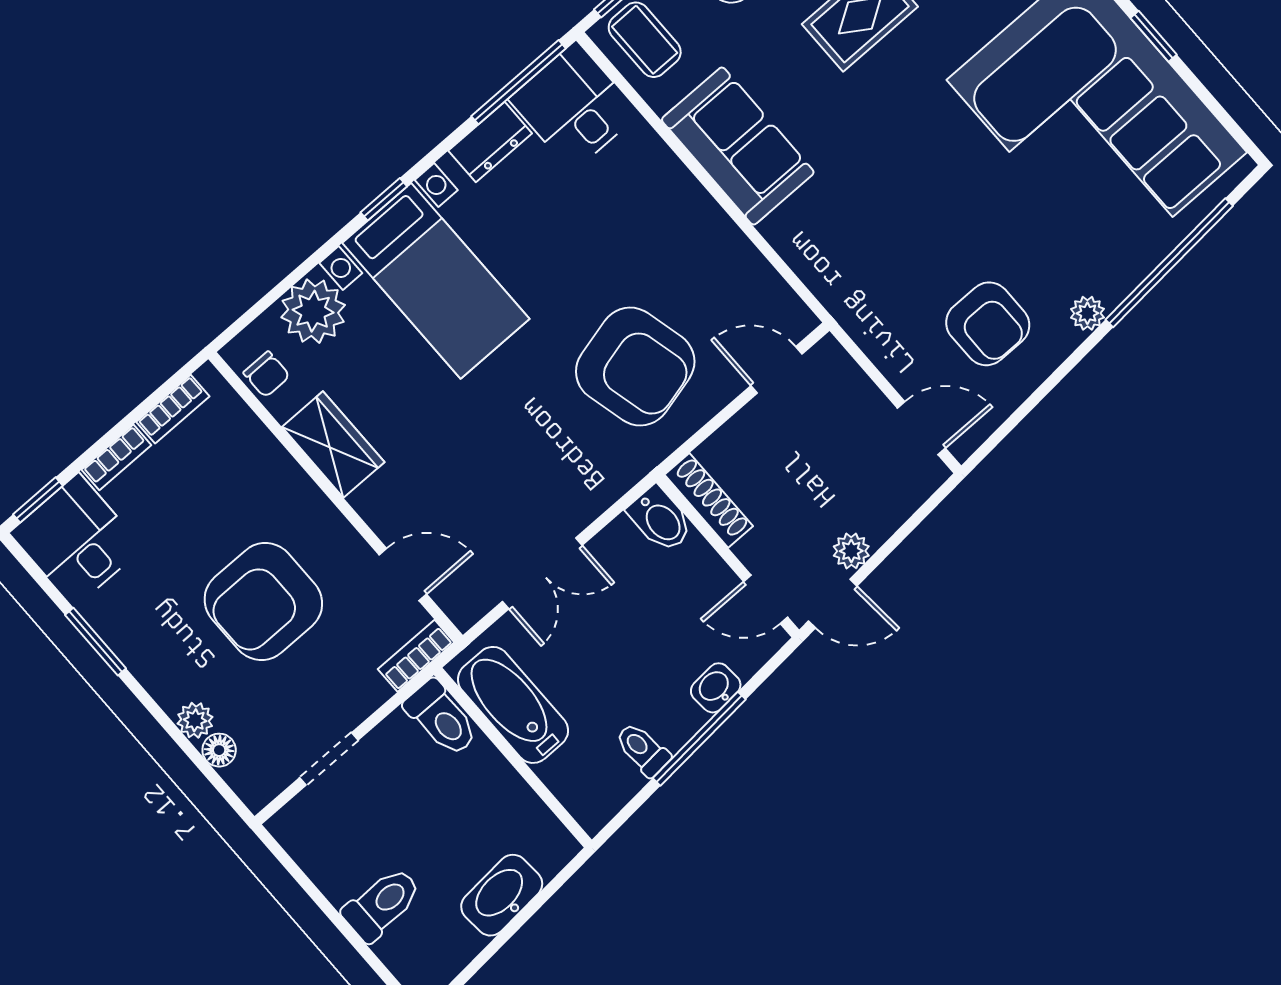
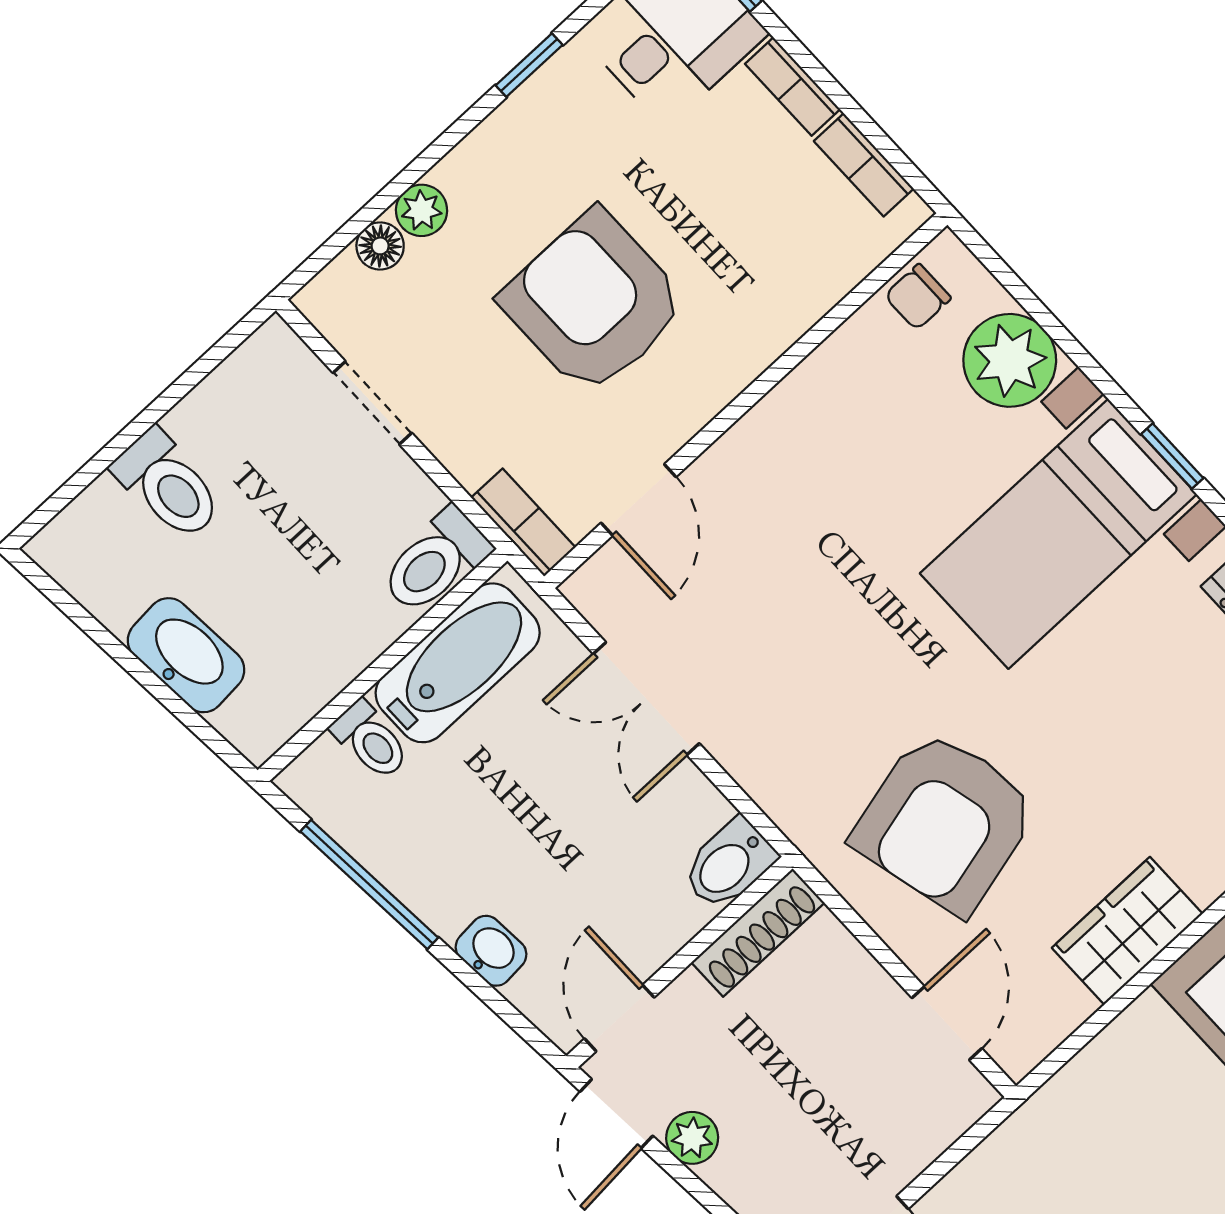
wardrobe: (333, 444) -> (1127, 931), moved, turned 180
window: (96, 642) -> (529, 65), width x0.67
window: (699, 739) -> (369, 885), moved
toilet: (643, 749) -> (370, 740), moved, turned 94

